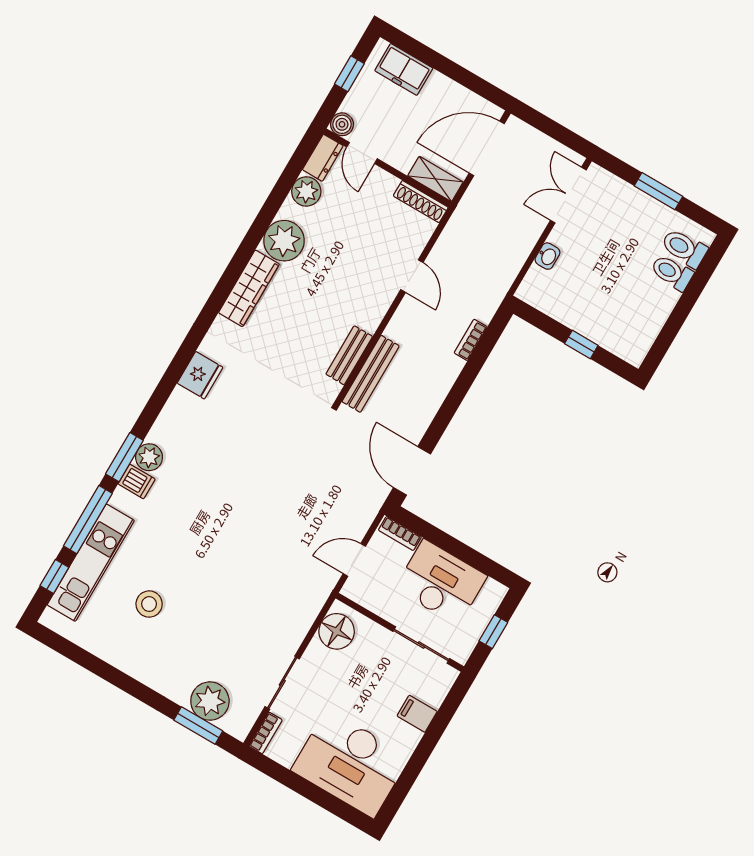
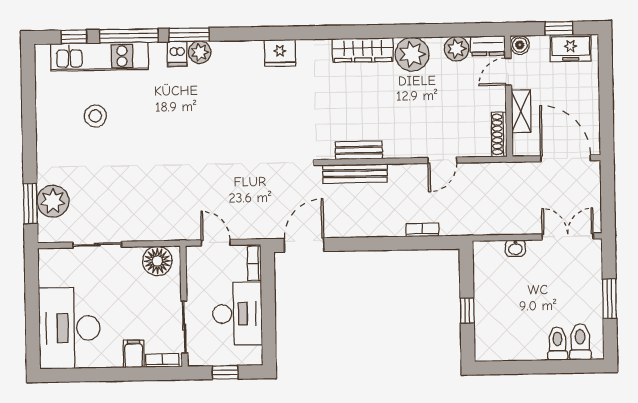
freezer: (404, 69) -> (571, 48), moved, turned -90
shelving: (435, 179) -> (521, 111), moved
bookcase: (266, 733) -> (162, 360), moved, turned 180

